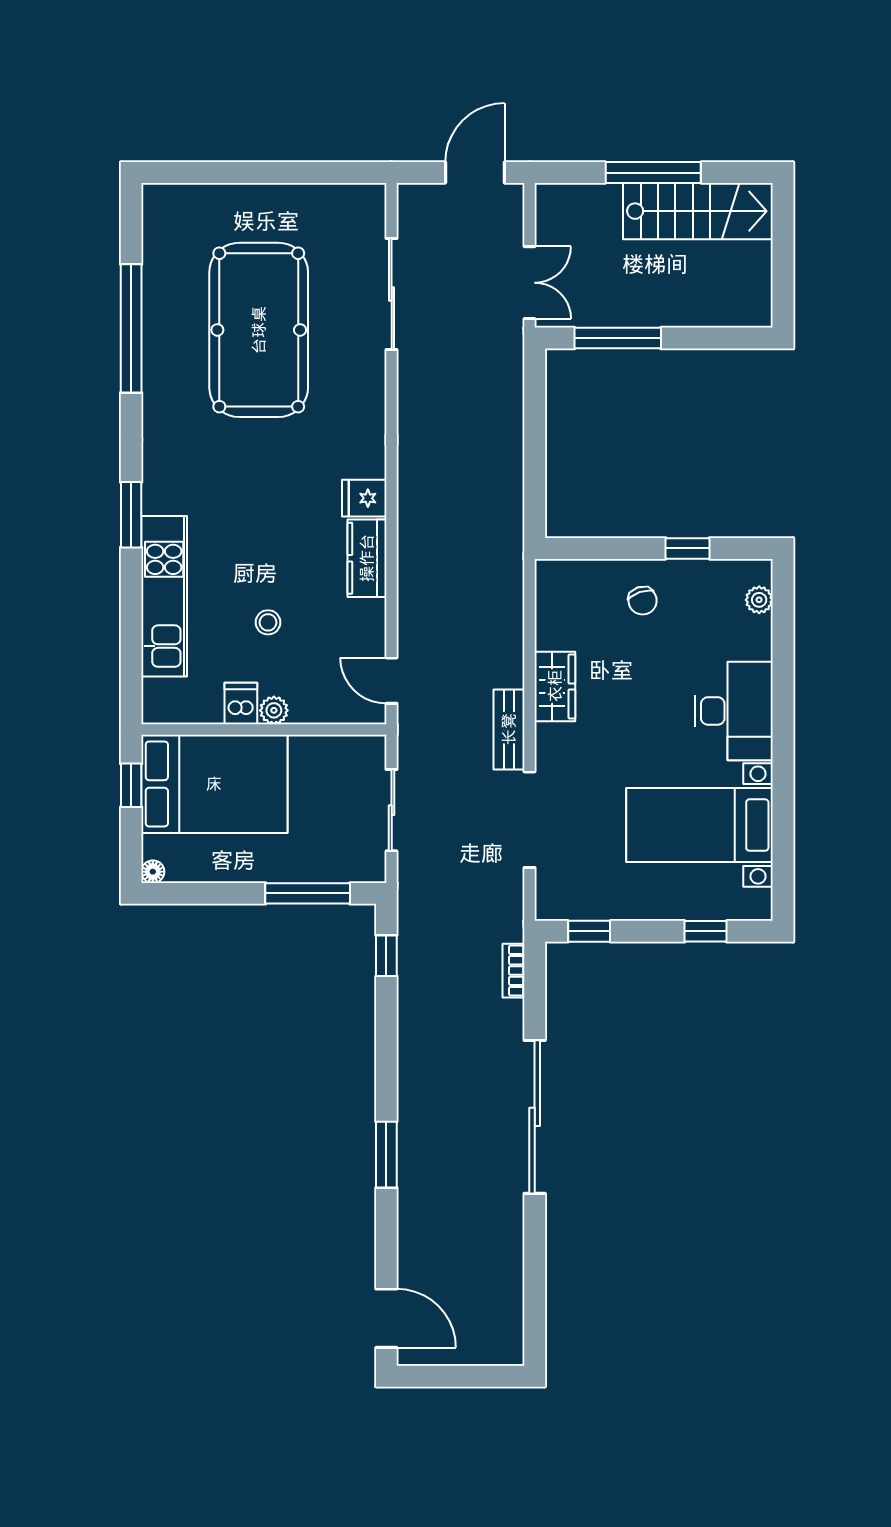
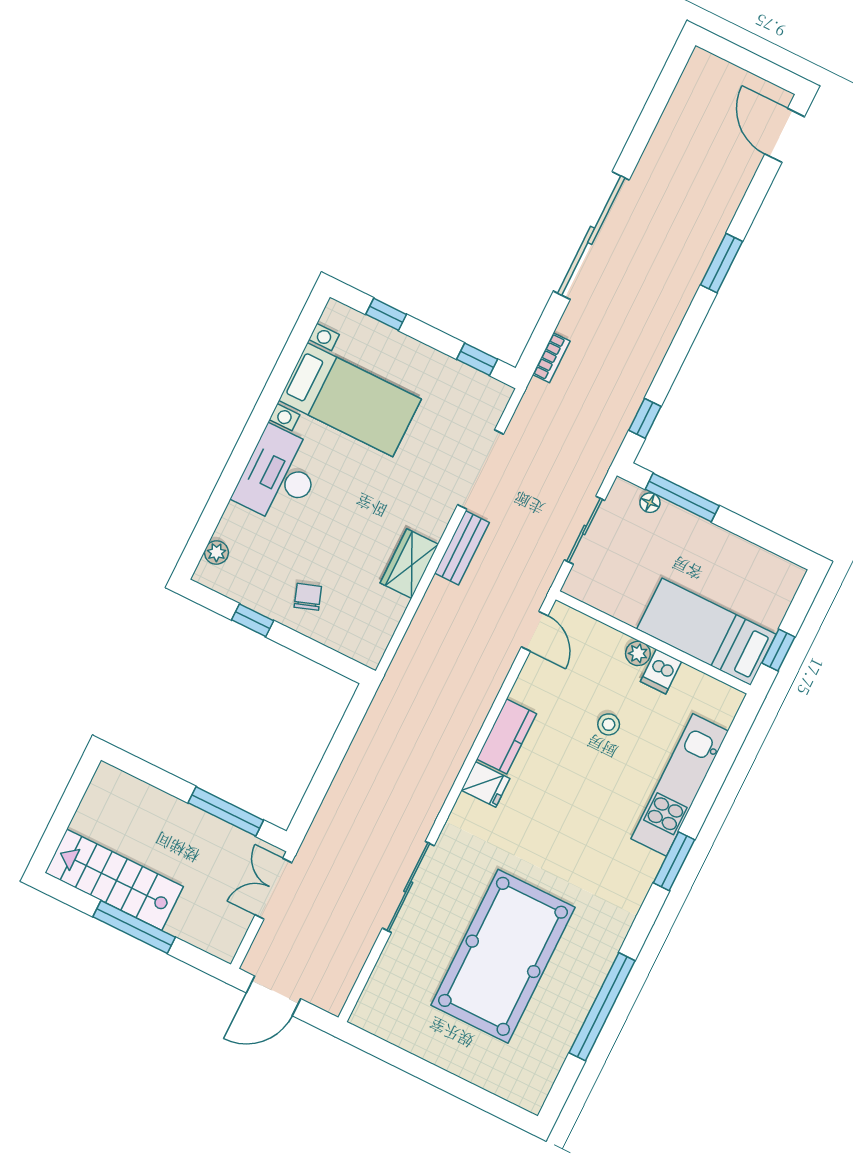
sliding door: (392, 294) -> (408, 887), moved
bed: (214, 784) -> (706, 632), width x0.67
floor lamp: (153, 872) -> (650, 503), moved

